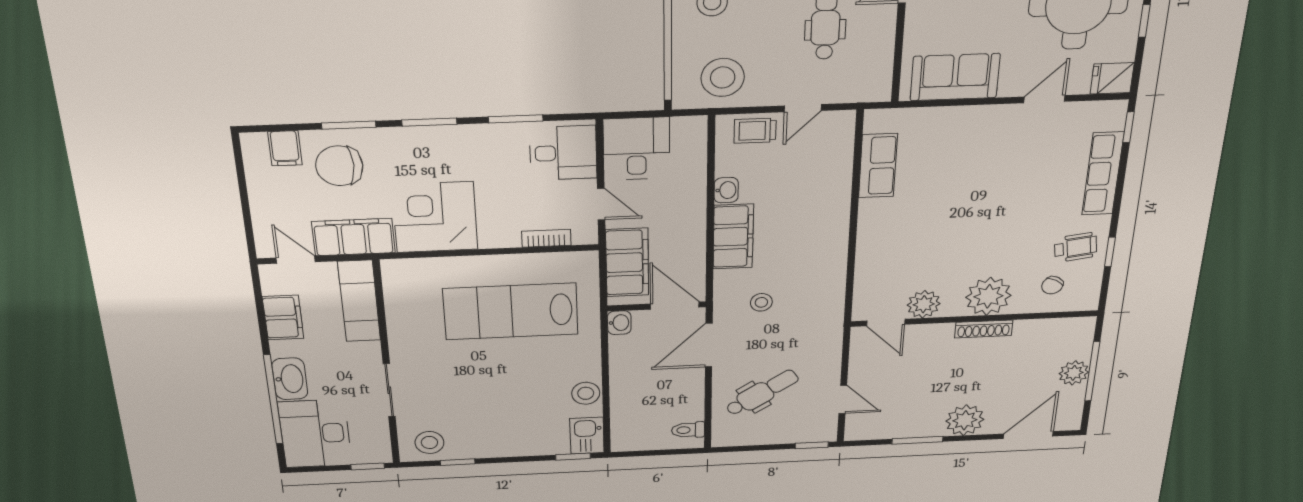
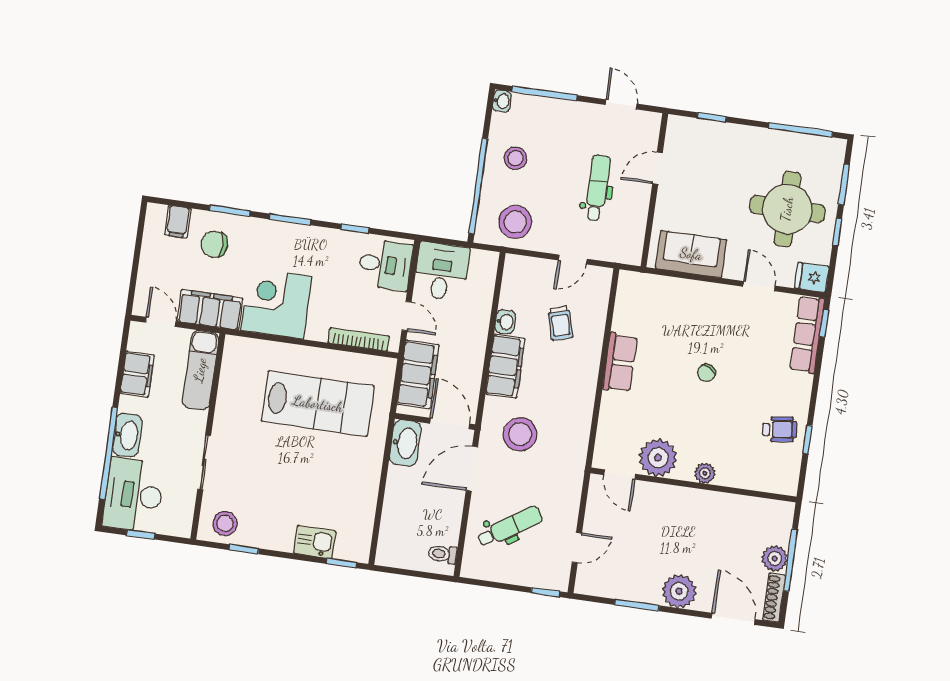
door: (1044, 99) -> (759, 286), hinge flipped
window: (516, 119) -> (355, 229), width x0.67
trolley: (755, 131) -> (560, 323), moved, turned -106
chair: (339, 166) -> (214, 244), width x0.73, depth x0.73
row of seats: (878, 166) -> (620, 363), moved
row of seats: (1103, 174) -> (807, 334), moved
bookcase: (546, 238) -> (359, 339), width x1.56
chair: (1052, 285) -> (706, 373), moved
plant: (988, 296) -> (705, 473), width x0.53, depth x0.53
stool: (761, 302) -> (520, 434), width x1.89, depth x1.89
plant: (924, 304) -> (658, 458), width x1.36, depth x1.36
lab bench: (511, 312) -> (318, 404), turned 180
washbasin: (619, 323) -> (405, 443), width x1.91, depth x1.45
shoe rack: (984, 329) -> (774, 598), moved, turned 90
stool: (586, 393) -> (364, 498), removed
door: (843, 399) -> (577, 548), hinge flipped
door: (1028, 435) -> (733, 619), hinge flipped
kitchen sink: (587, 436) -> (315, 542), moved, turned 90
window: (368, 466) -> (141, 535), moved

